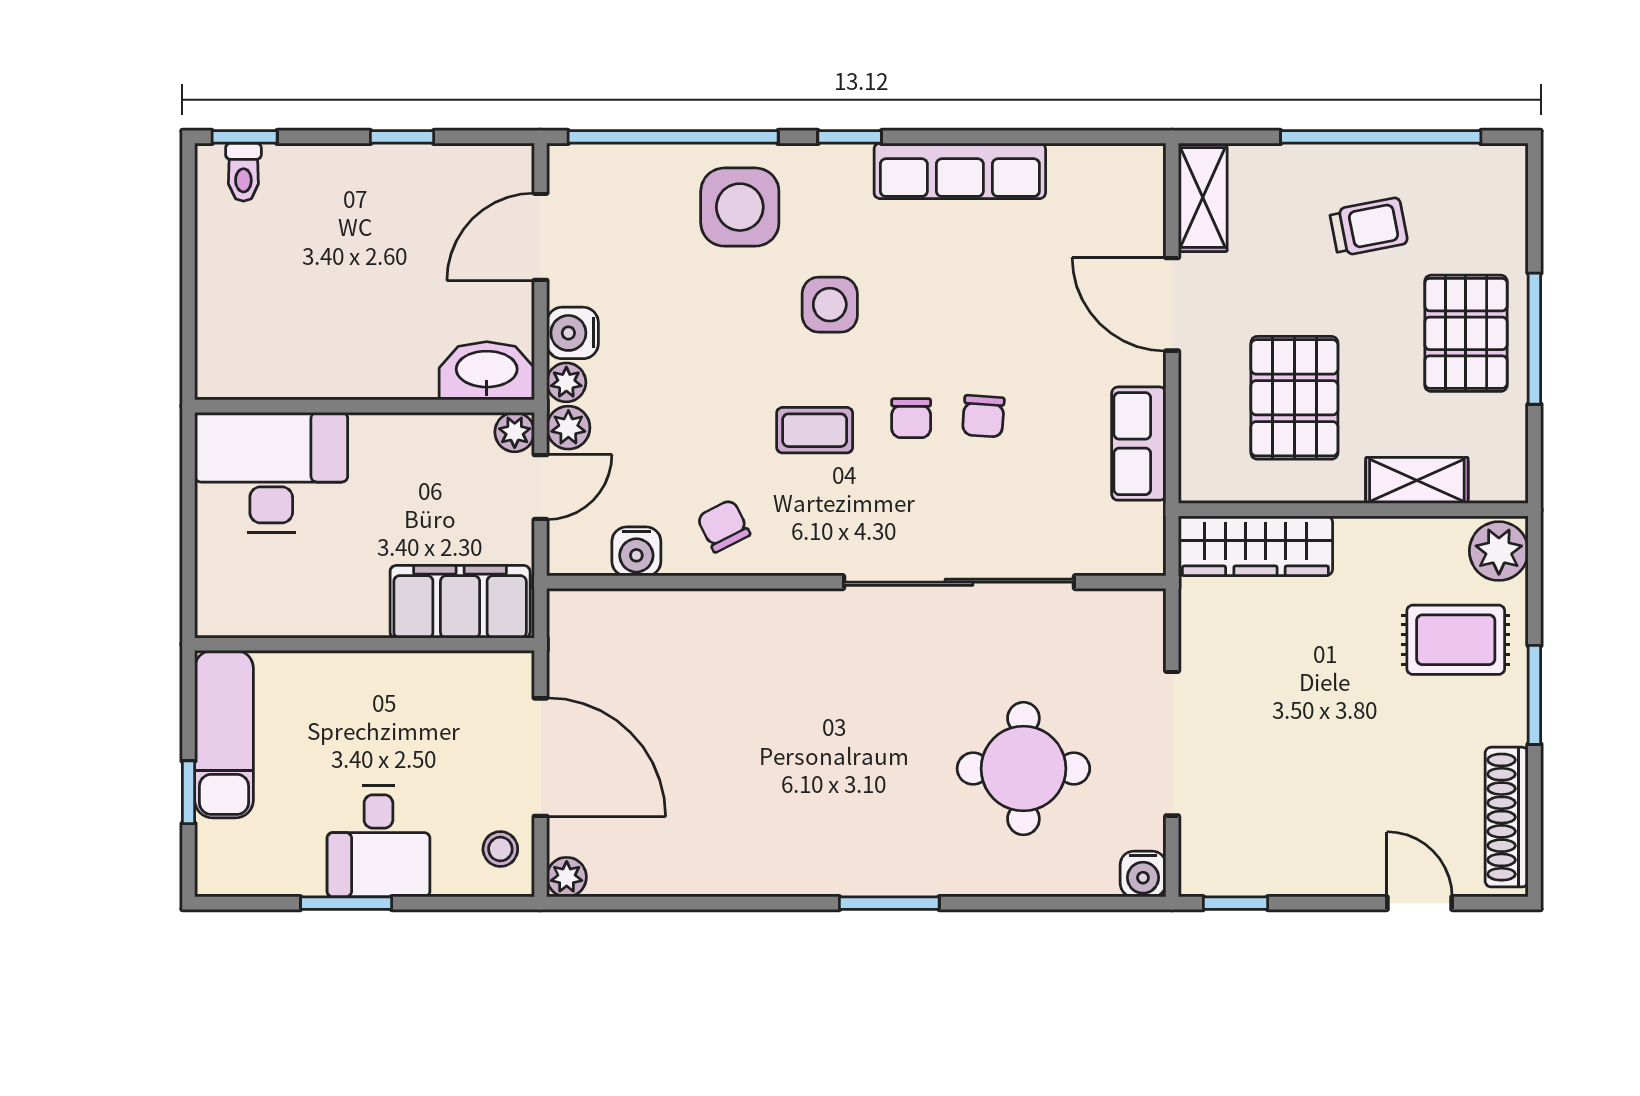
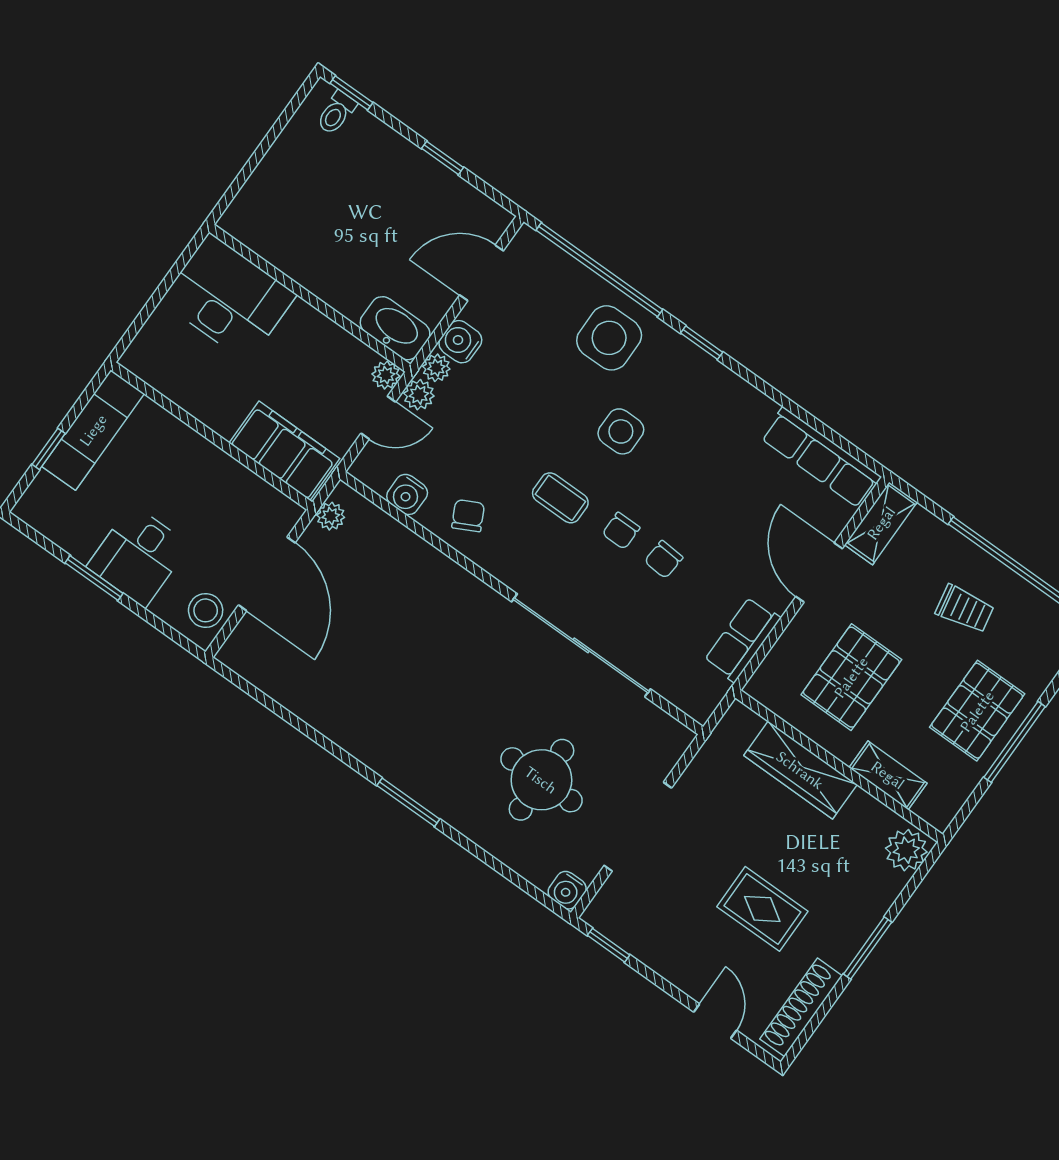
row of seats: (960, 171) -> (821, 457), moved
wardrobe: (1255, 546) -> (800, 770), moved
rug: (1456, 640) -> (762, 909), moved
stool: (500, 849) -> (206, 610), width x1.37, depth x1.37
plant: (567, 877) -> (331, 516), moved

